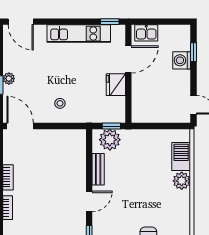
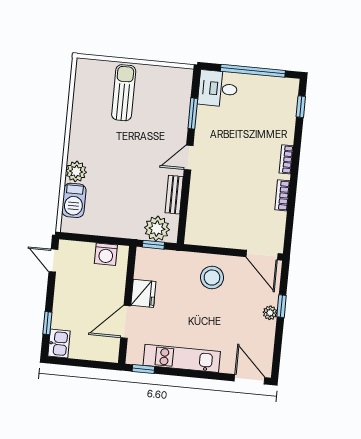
kitchen sink: (146, 33) -> (59, 344), moved, turned 90
washing machine: (182, 60) -> (106, 254), moved, turned 90
stool: (60, 103) -> (212, 278), width x1.89, depth x1.89

